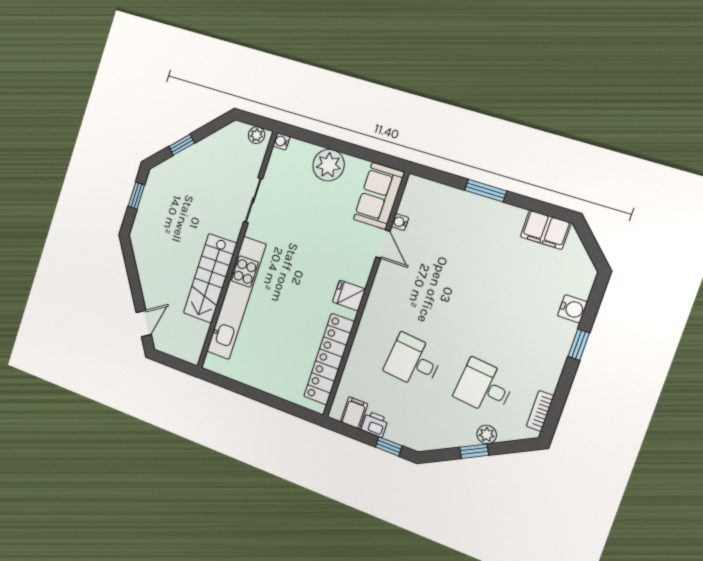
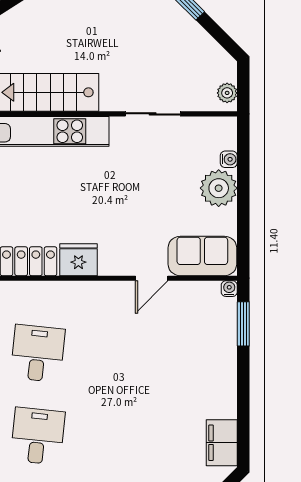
water cooler: (281, 141) -> (229, 159), moved, turned 90
window: (486, 191) -> (243, 324), moved
water cooler: (400, 222) -> (229, 289), moved
fridge: (349, 295) -> (78, 260), width x1.38

